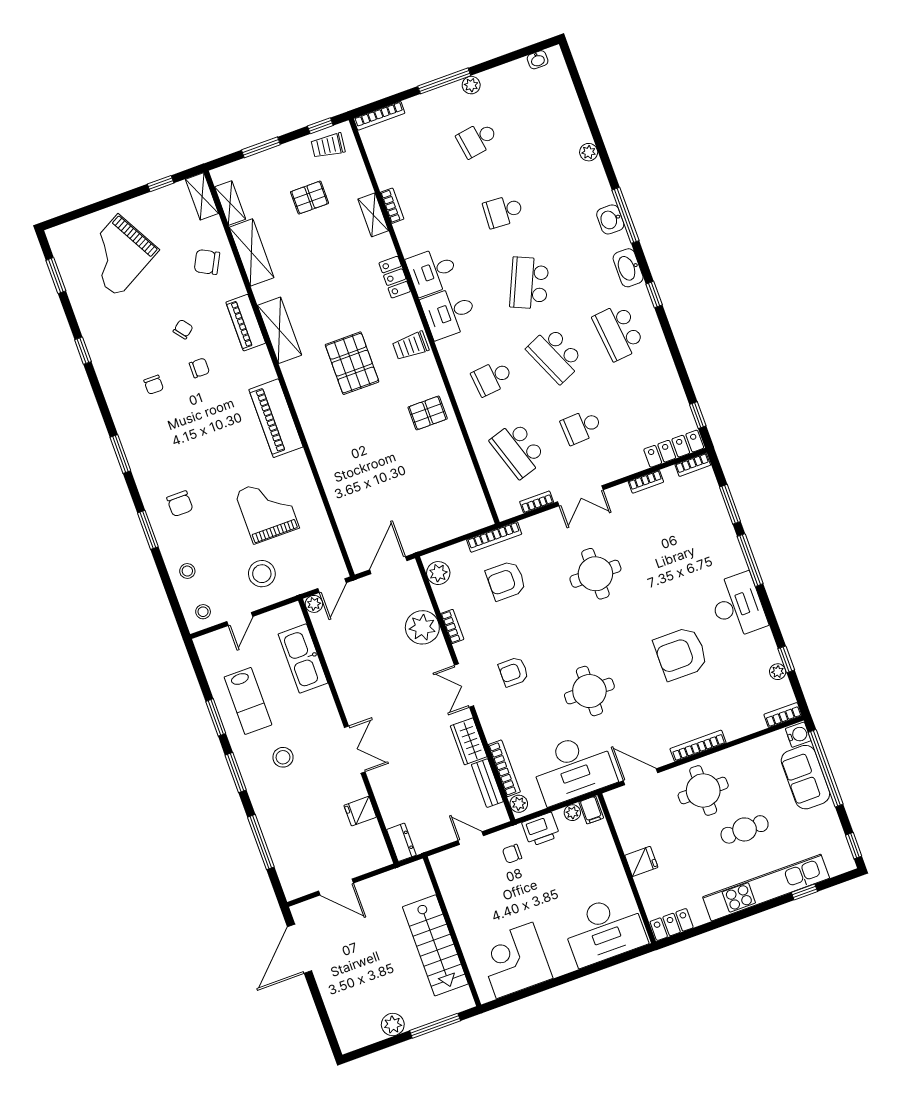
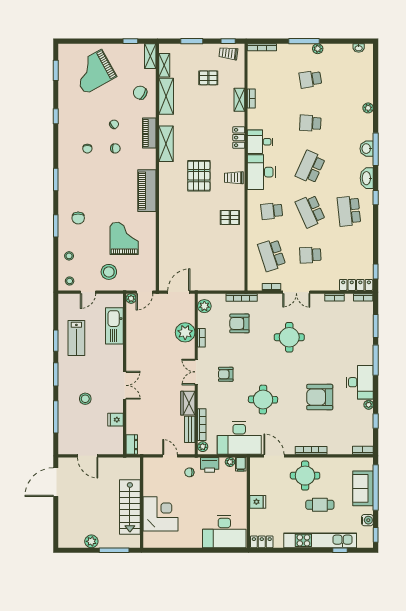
desk: (449, 312) -> (261, 172), width x1.37
plant: (778, 672) -> (369, 405), moved
water cooler: (798, 735) -> (367, 520), moved
stool: (283, 757) -> (85, 399), moved
corner desk: (515, 960) -> (160, 514), moved, turned 90

